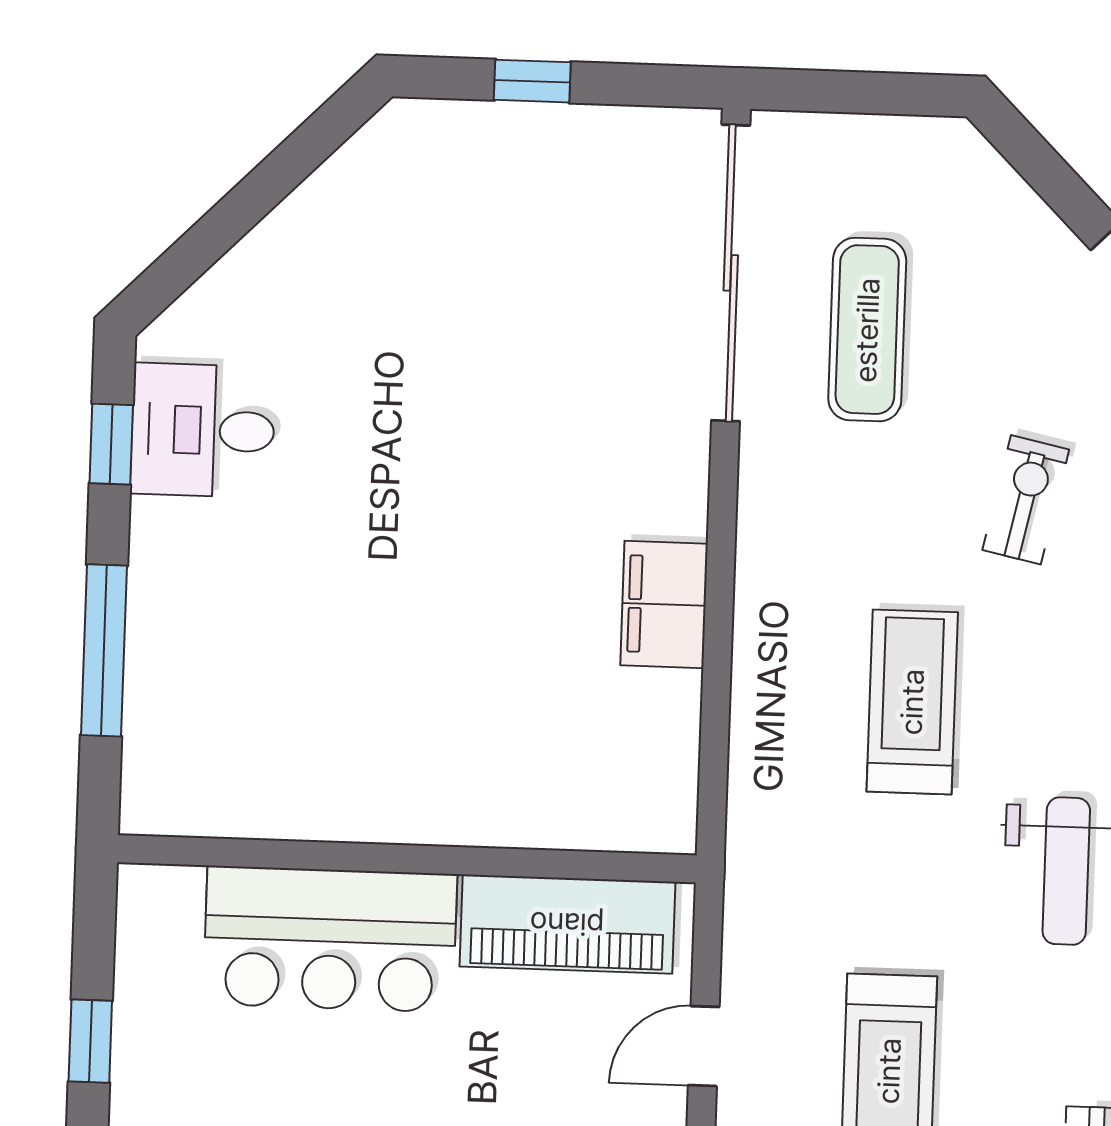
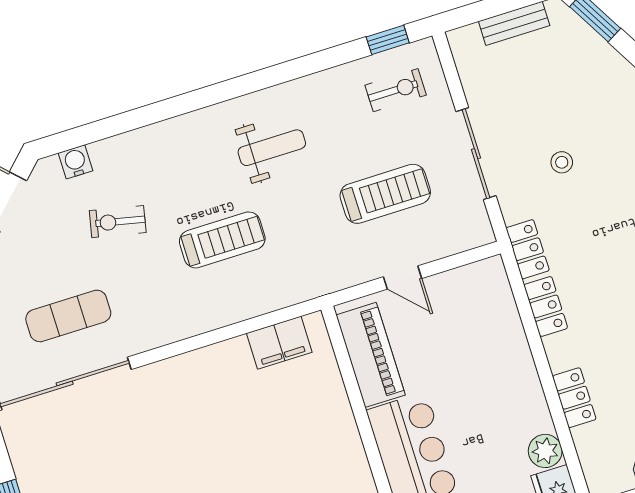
filing cabinet: (664, 604) -> (279, 343), moved
treadmill: (912, 702) -> (222, 240), turned 180

